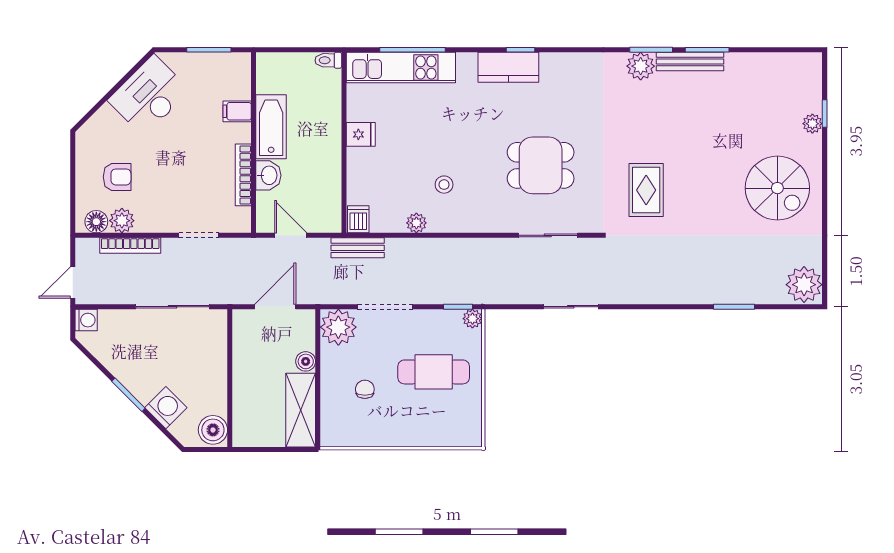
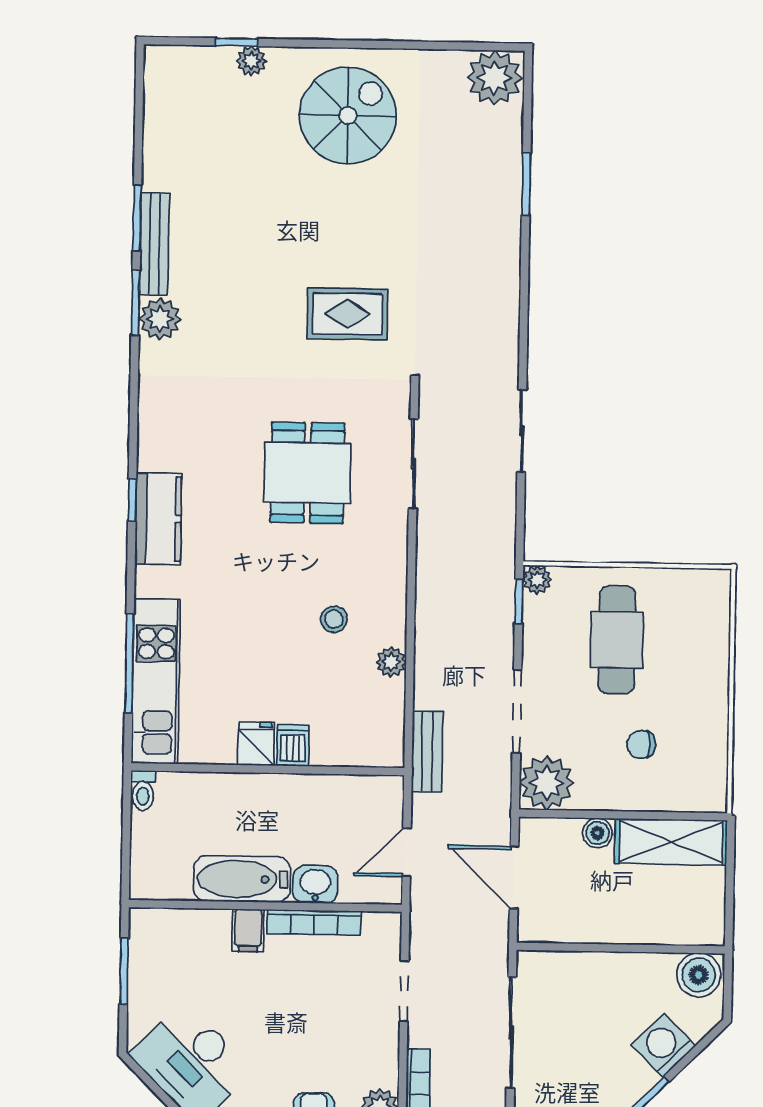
filing cabinet: (237, 111) -> (248, 930), moved
dishwasher: (358, 219) -> (293, 745), moved, turned 90

